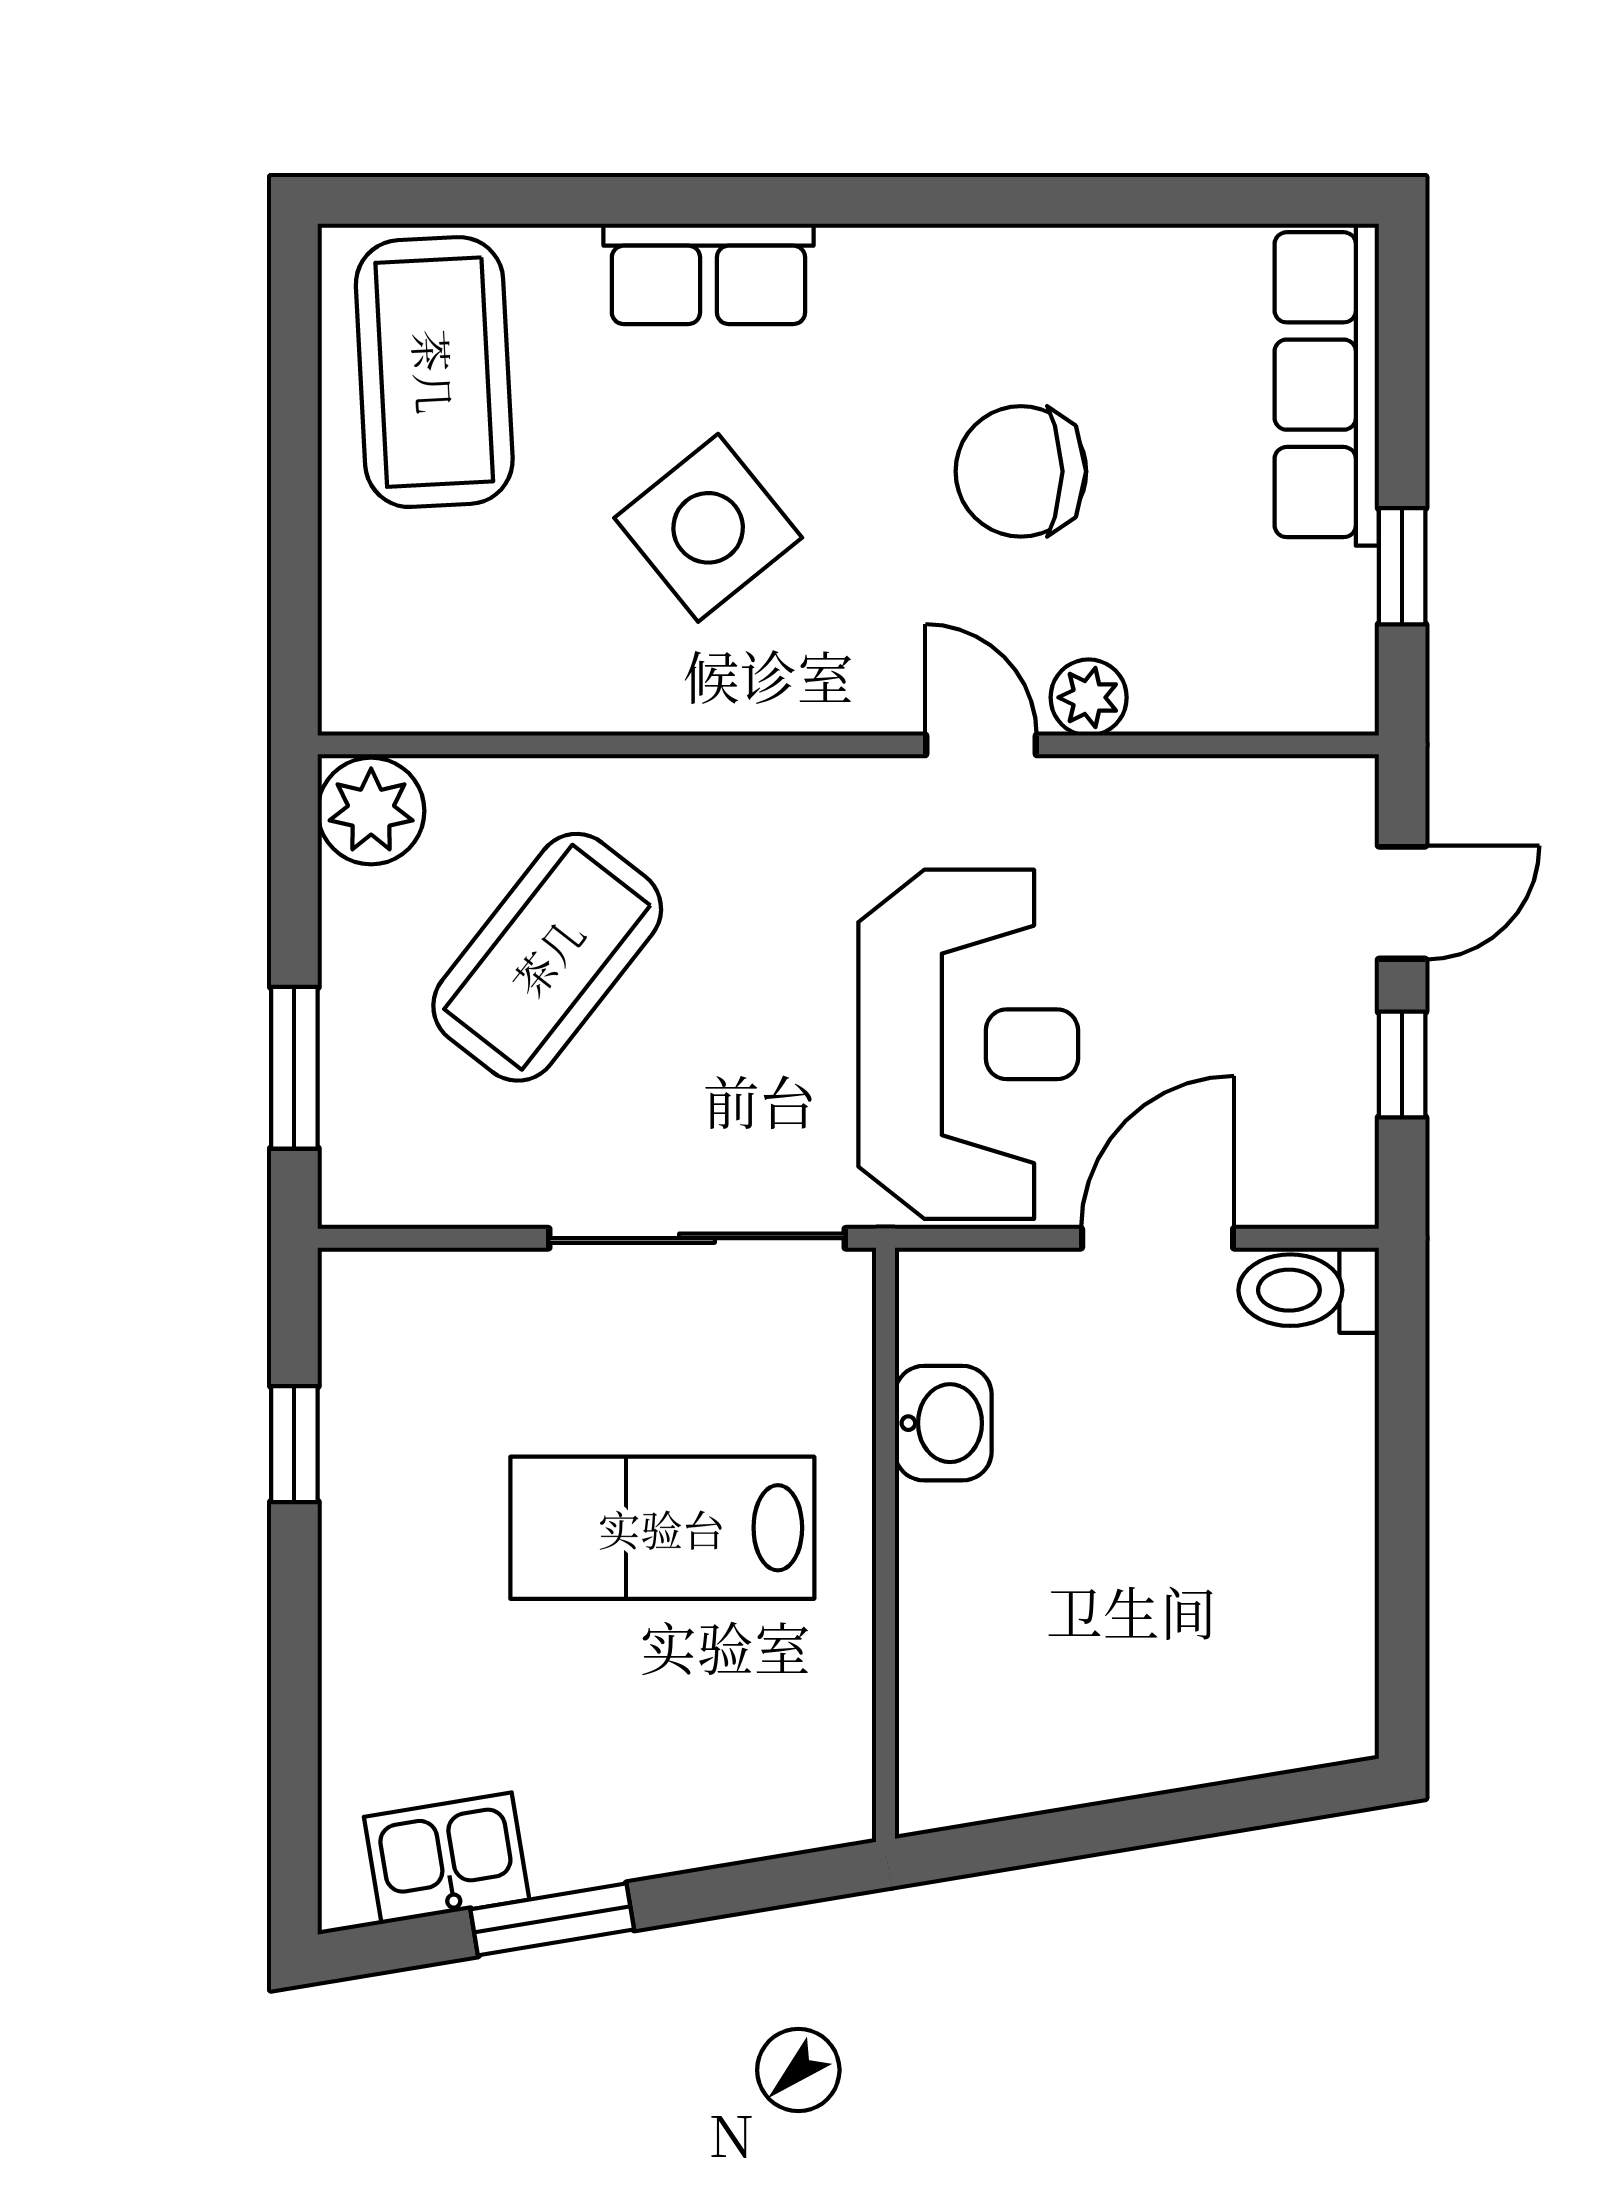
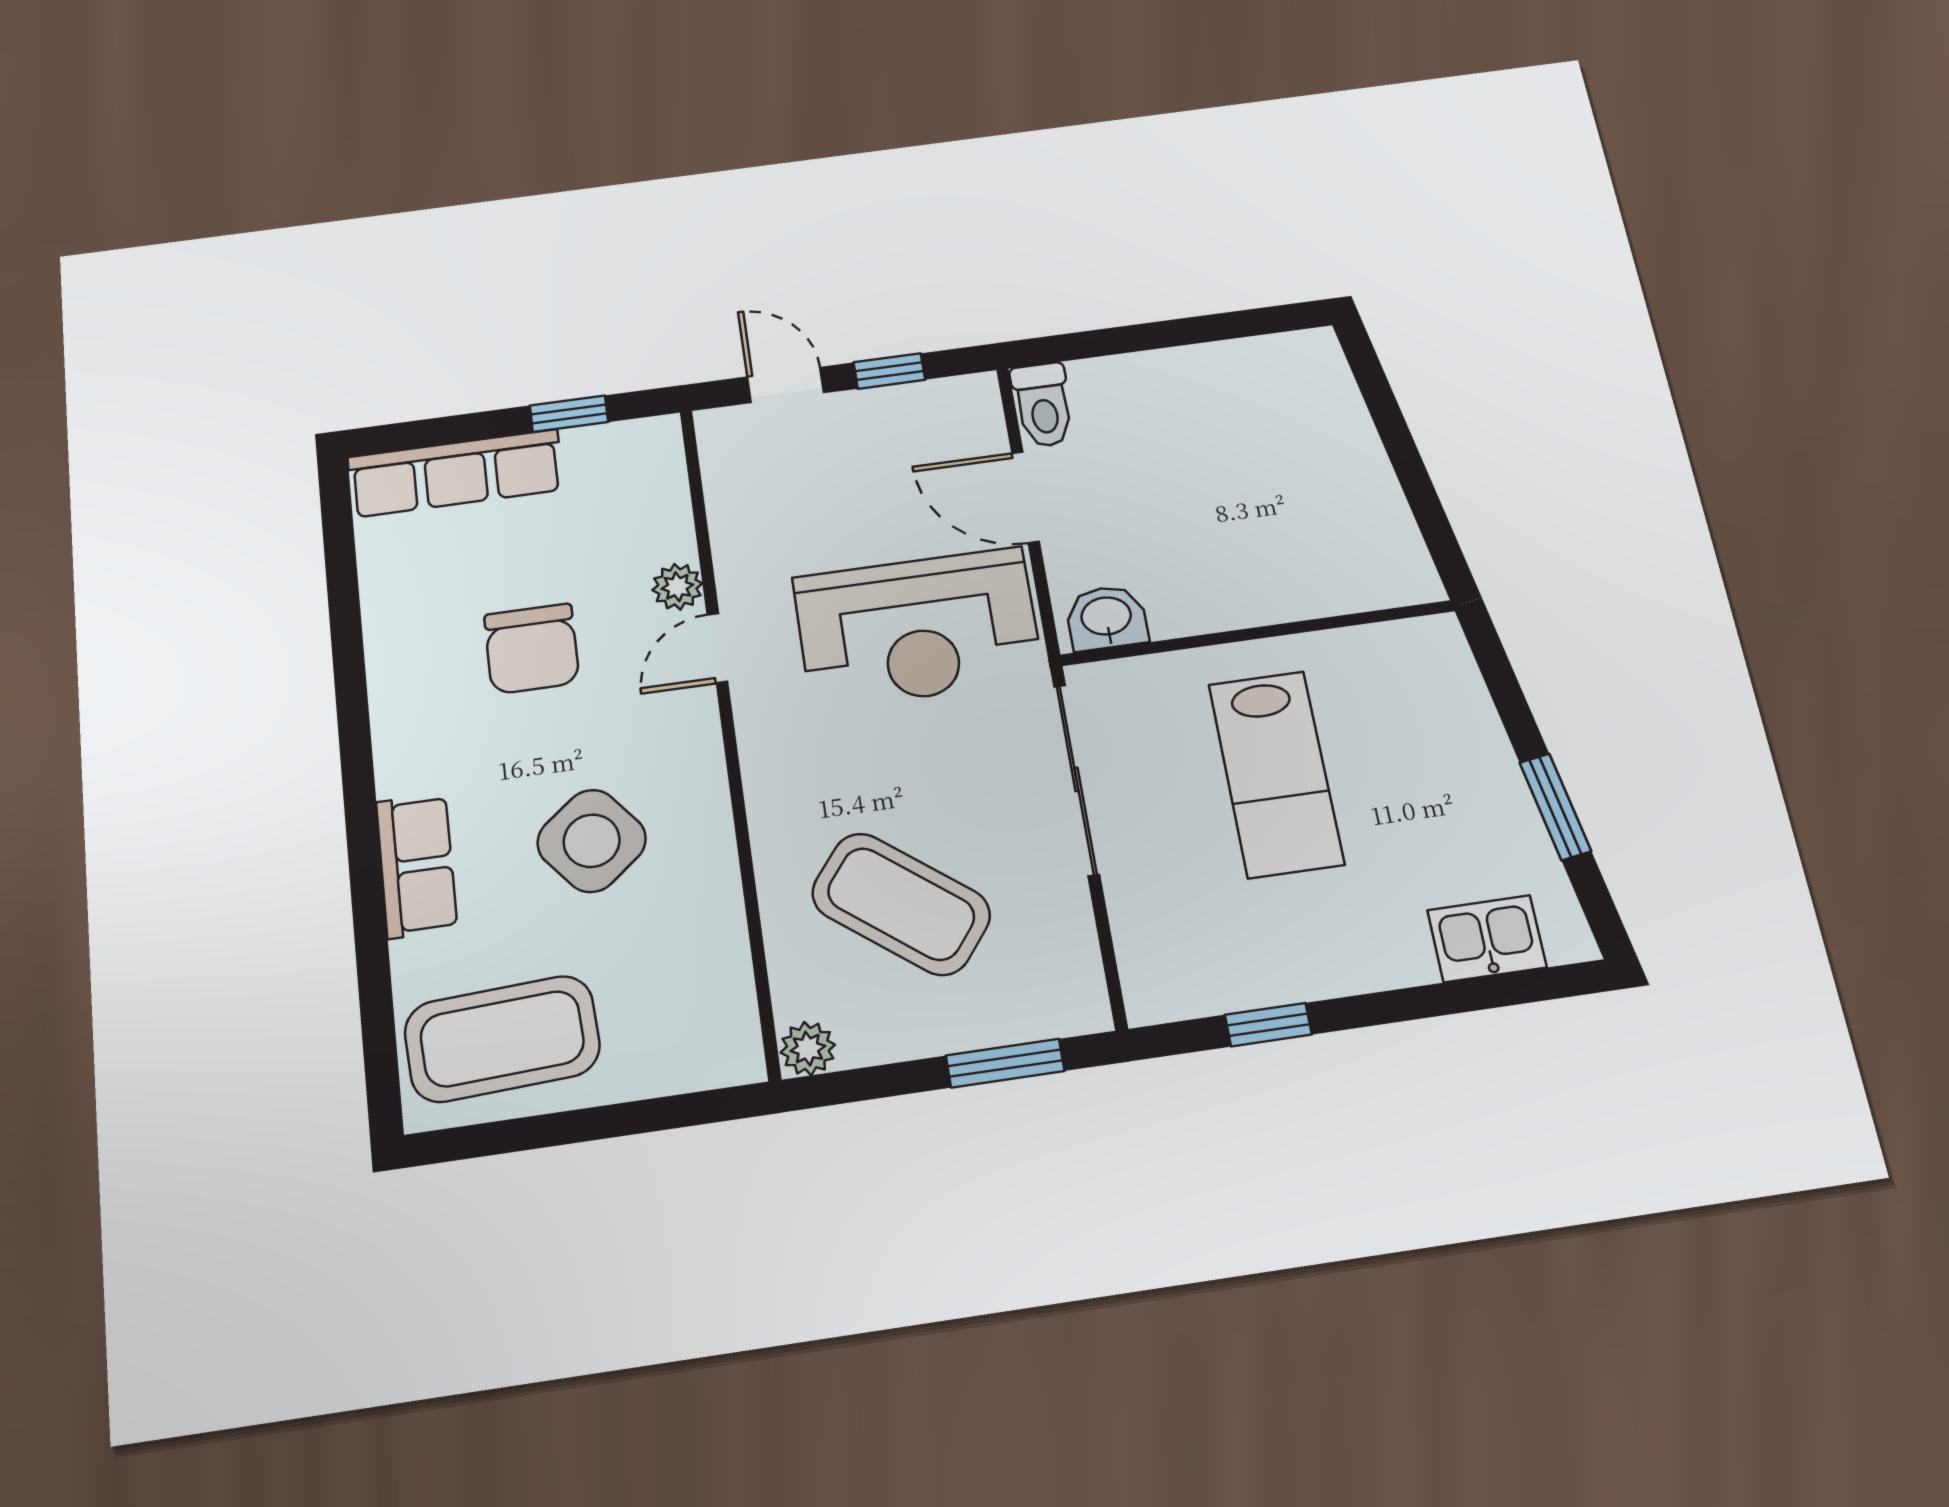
plant: (371, 811) -> (808, 1049), width x0.73, depth x0.73
reception desk: (968, 1044) -> (918, 628), turned 180
washbasin: (943, 1423) -> (1106, 618), moved
kitchen sink: (447, 1858) -> (1487, 939), moved, turned 99

